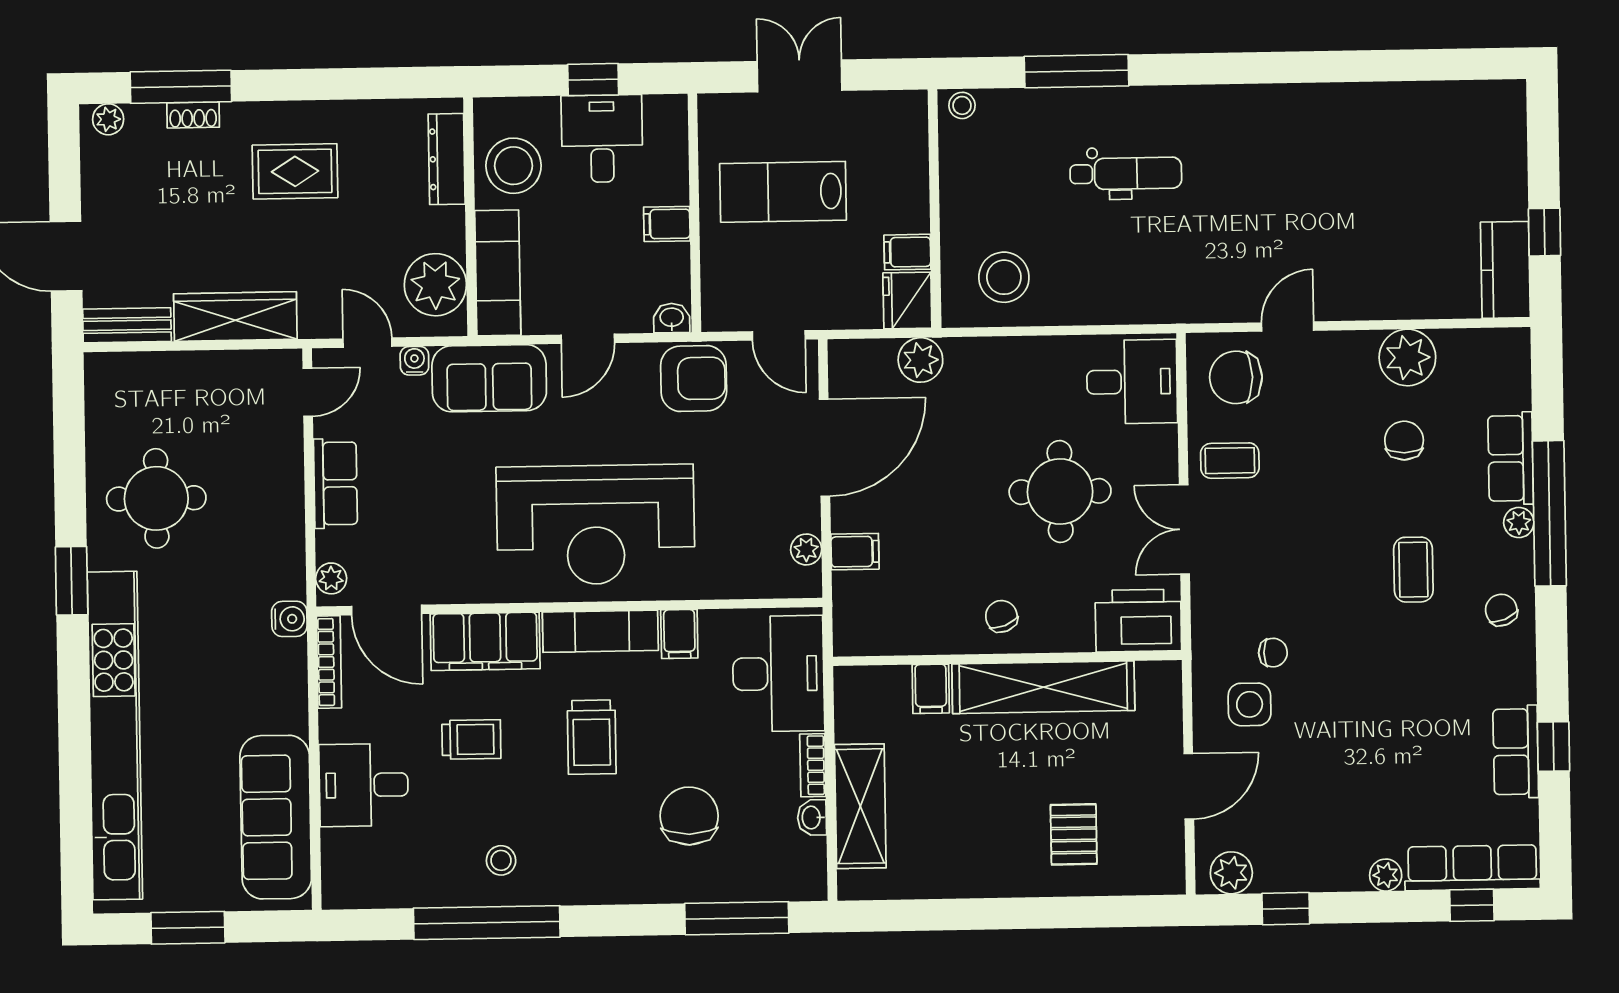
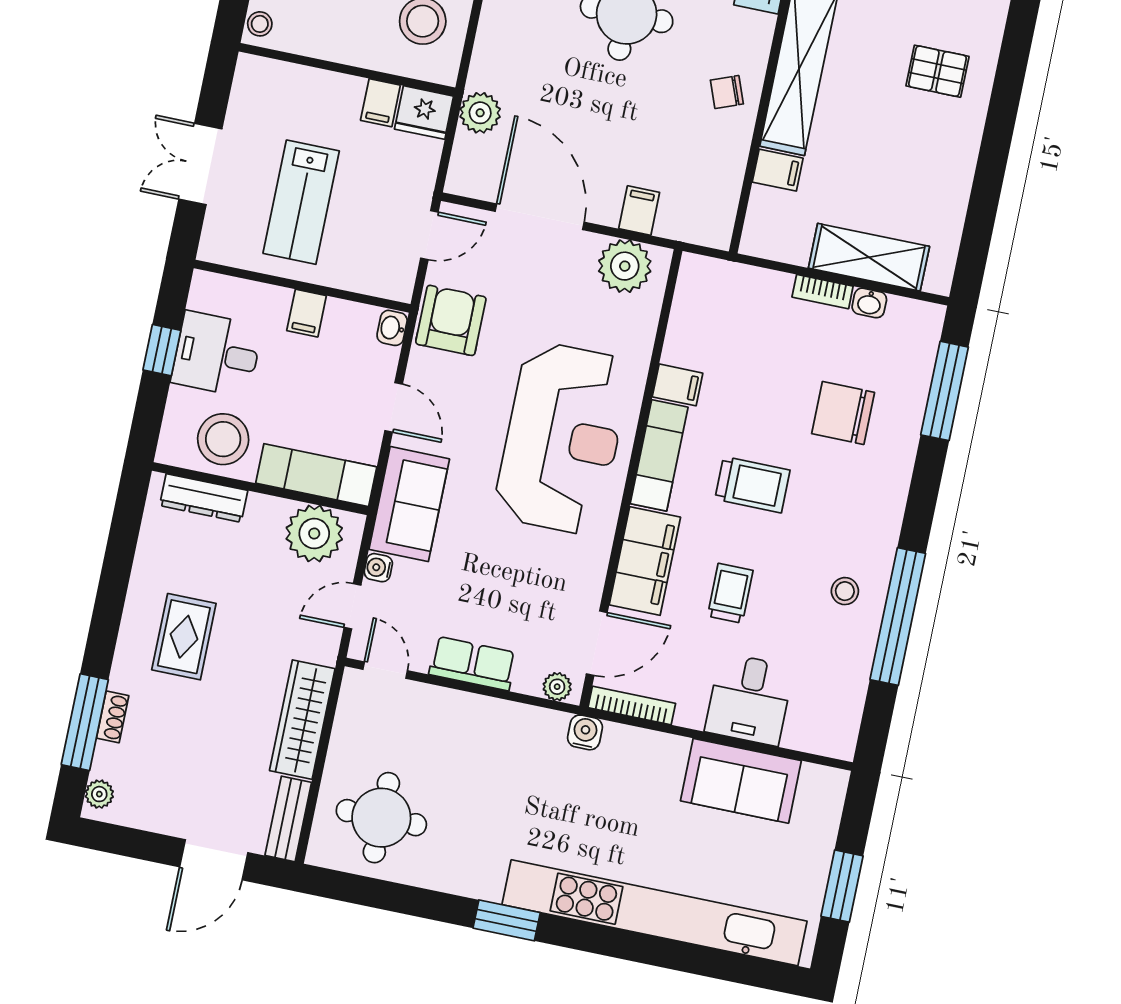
round table: (156, 498) -> (381, 818), moved
plant: (806, 549) -> (625, 266), width x1.88, depth x1.88
desk: (778, 674) -> (733, 304), removed
sofa: (276, 817) -> (741, 781), width x0.73

